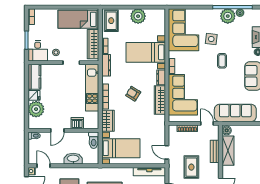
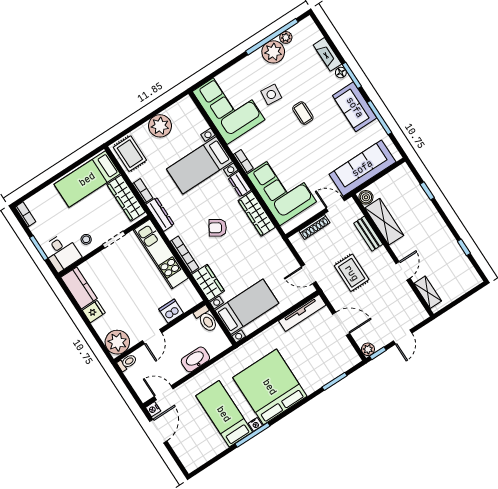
plant: (36, 109) -> (117, 342), moved

